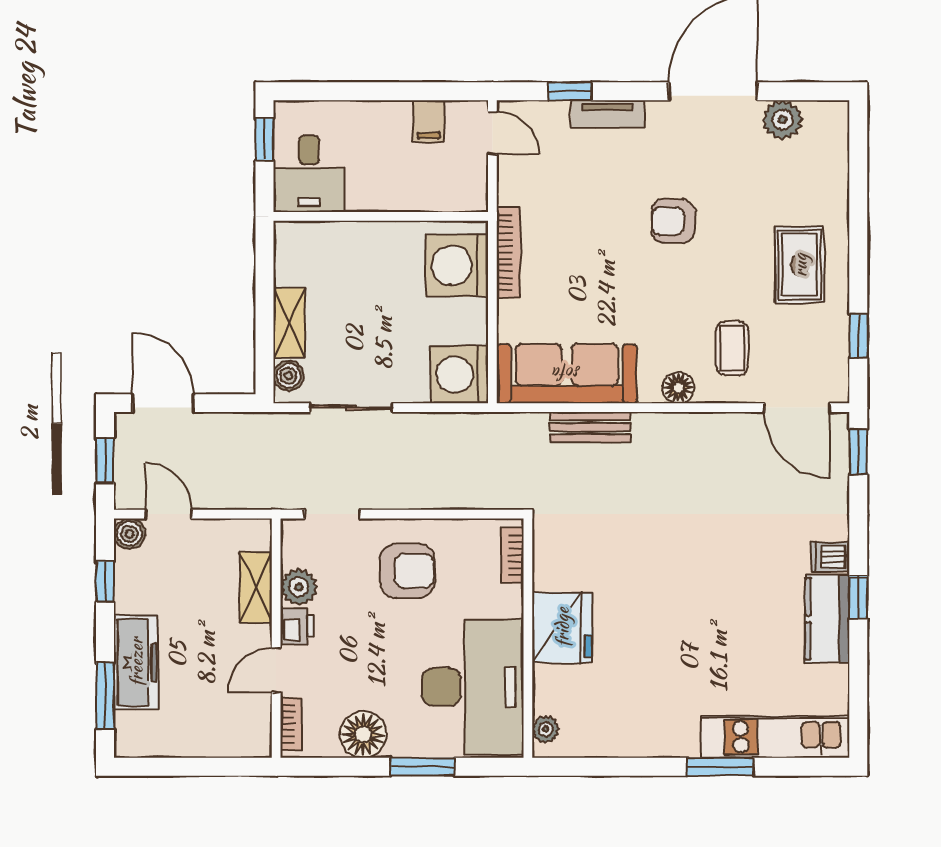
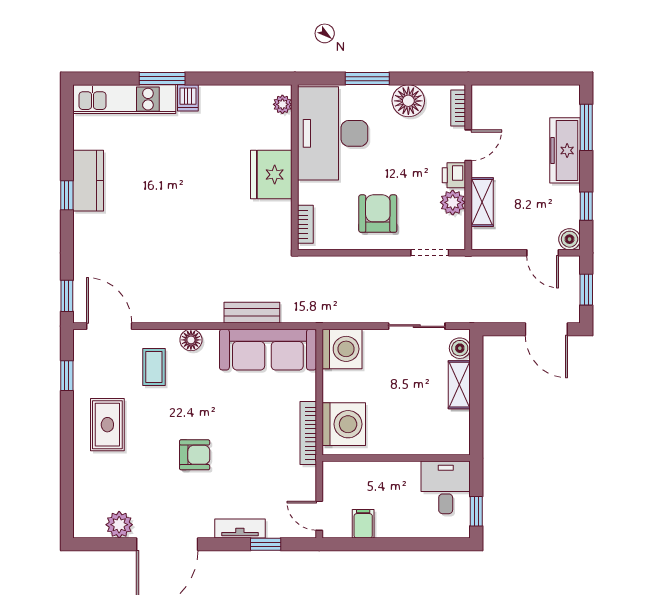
dishwasher: (830, 557) -> (188, 98), moved, turned 90
armchair: (407, 571) -> (378, 214), turned 90

